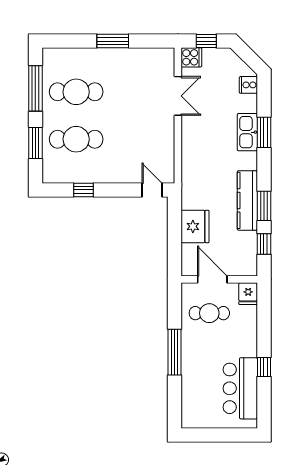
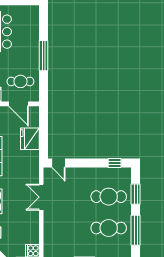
double door: (178, 96) -> (41, 197), moved
window: (84, 190) -> (115, 163), moved

